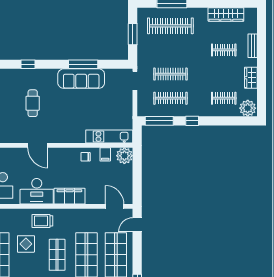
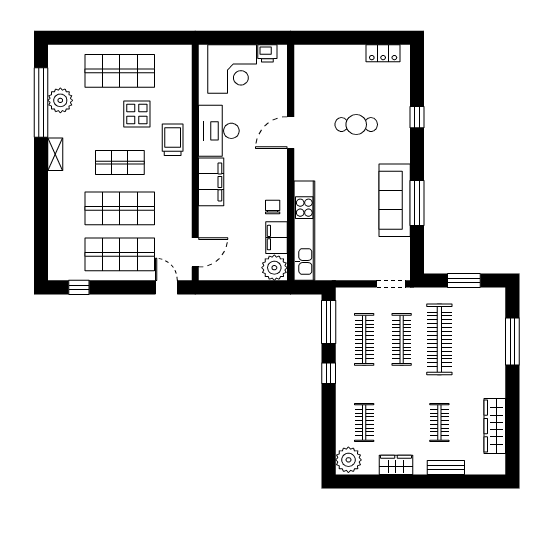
clothes rail: (170, 26) -> (439, 339), moved
kitchen unit: (109, 137) -> (304, 231), width x1.36
filing cabinet: (105, 154) -> (276, 238), width x2.00

